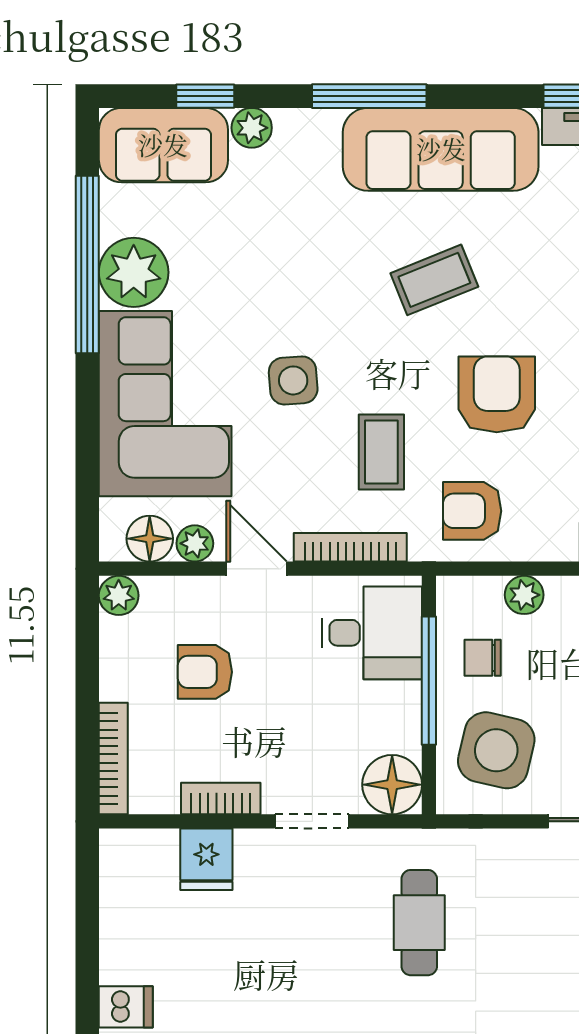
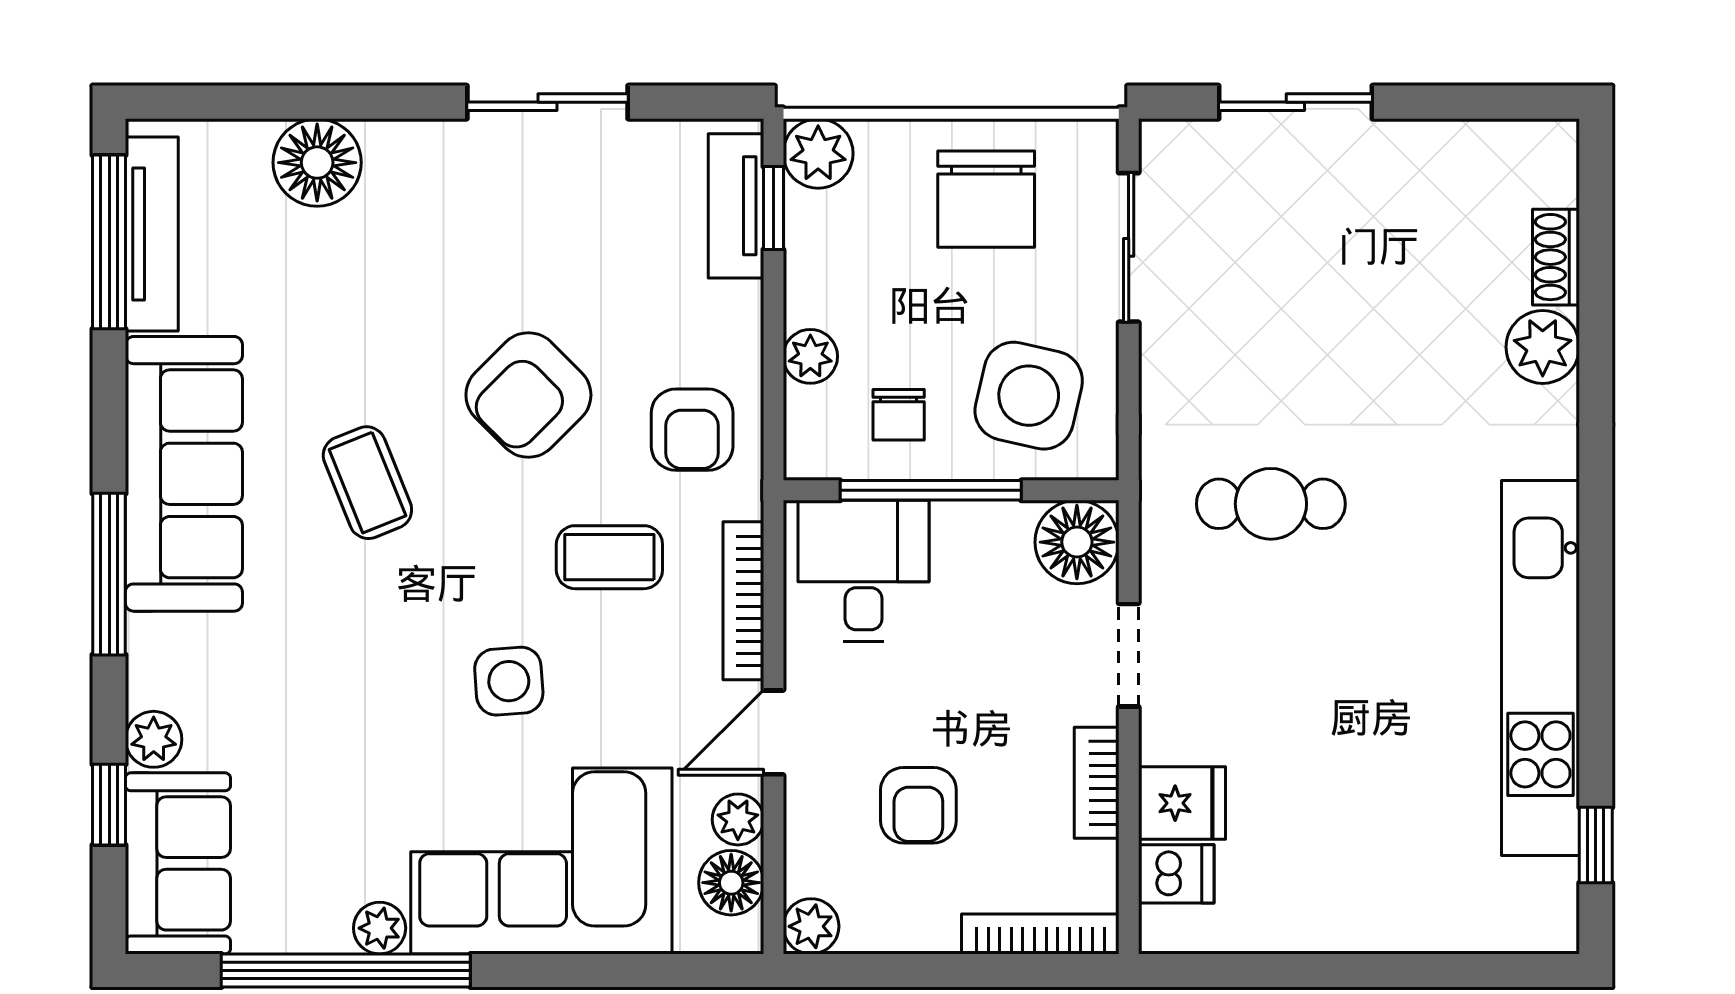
plant: (134, 272) -> (380, 928), width x0.53, depth x0.53
armchair: (497, 394) -> (528, 395), turned -45
dishwasher: (126, 1007) -> (1176, 874), moved, turned 90

